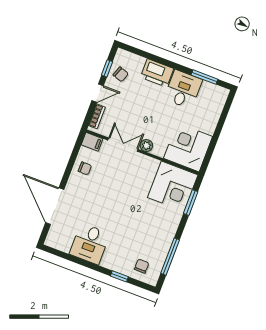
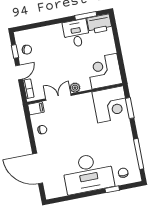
printer: (157, 73) -> (99, 24), moved
desk: (90, 244) -> (88, 173), width x1.87, depth x1.30

